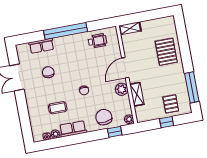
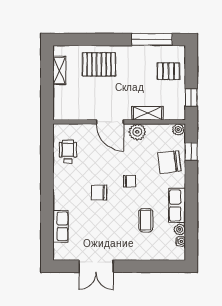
shelving: (130, 28) -> (59, 70), moved
window: (65, 31) -> (47, 191), removed
chair: (48, 72) -> (99, 193), moved
window: (167, 122) -> (191, 97), moved

